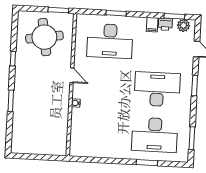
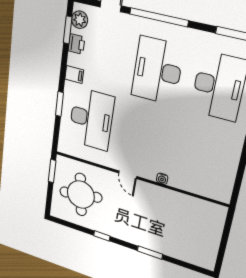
filing cabinet: (152, 25) -> (74, 74), moved
door: (72, 75) -> (128, 175), swing flipped
window: (195, 86) -> (159, 17), width x2.11

